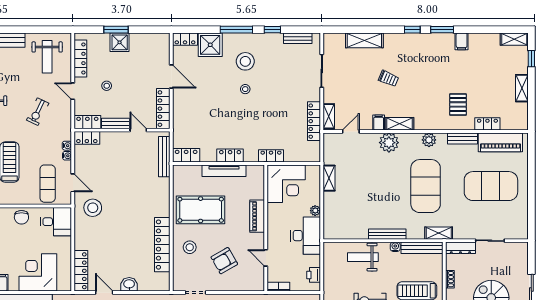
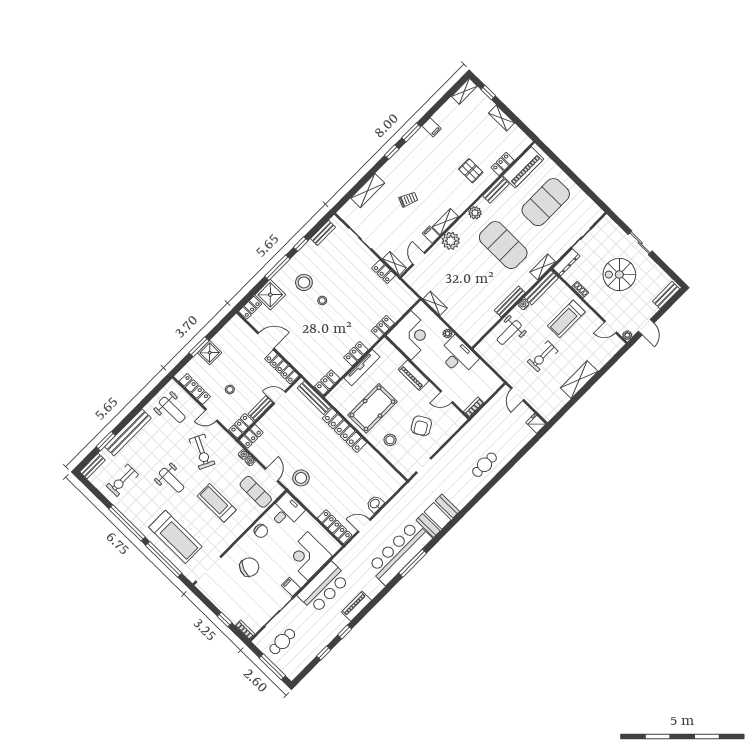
exercise bike: (38, 112) -> (202, 452), width x1.38, depth x1.39
locker: (314, 121) -> (384, 272), width x0.66
door: (73, 183) -> (272, 475), hinge flipped
locker: (162, 245) -> (345, 431), moved
printer: (314, 275) -> (489, 376), removed

